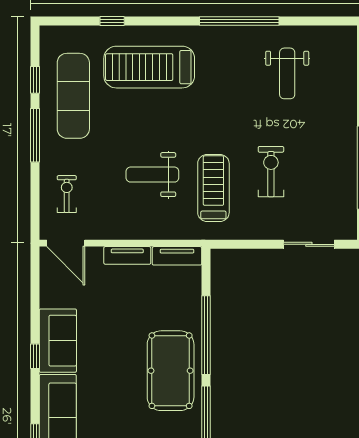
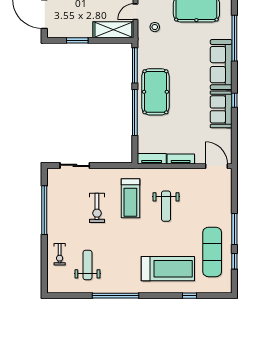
weight bench: (152, 175) -> (166, 206), turned 90
exercise bike: (67, 194) -> (60, 254), moved

